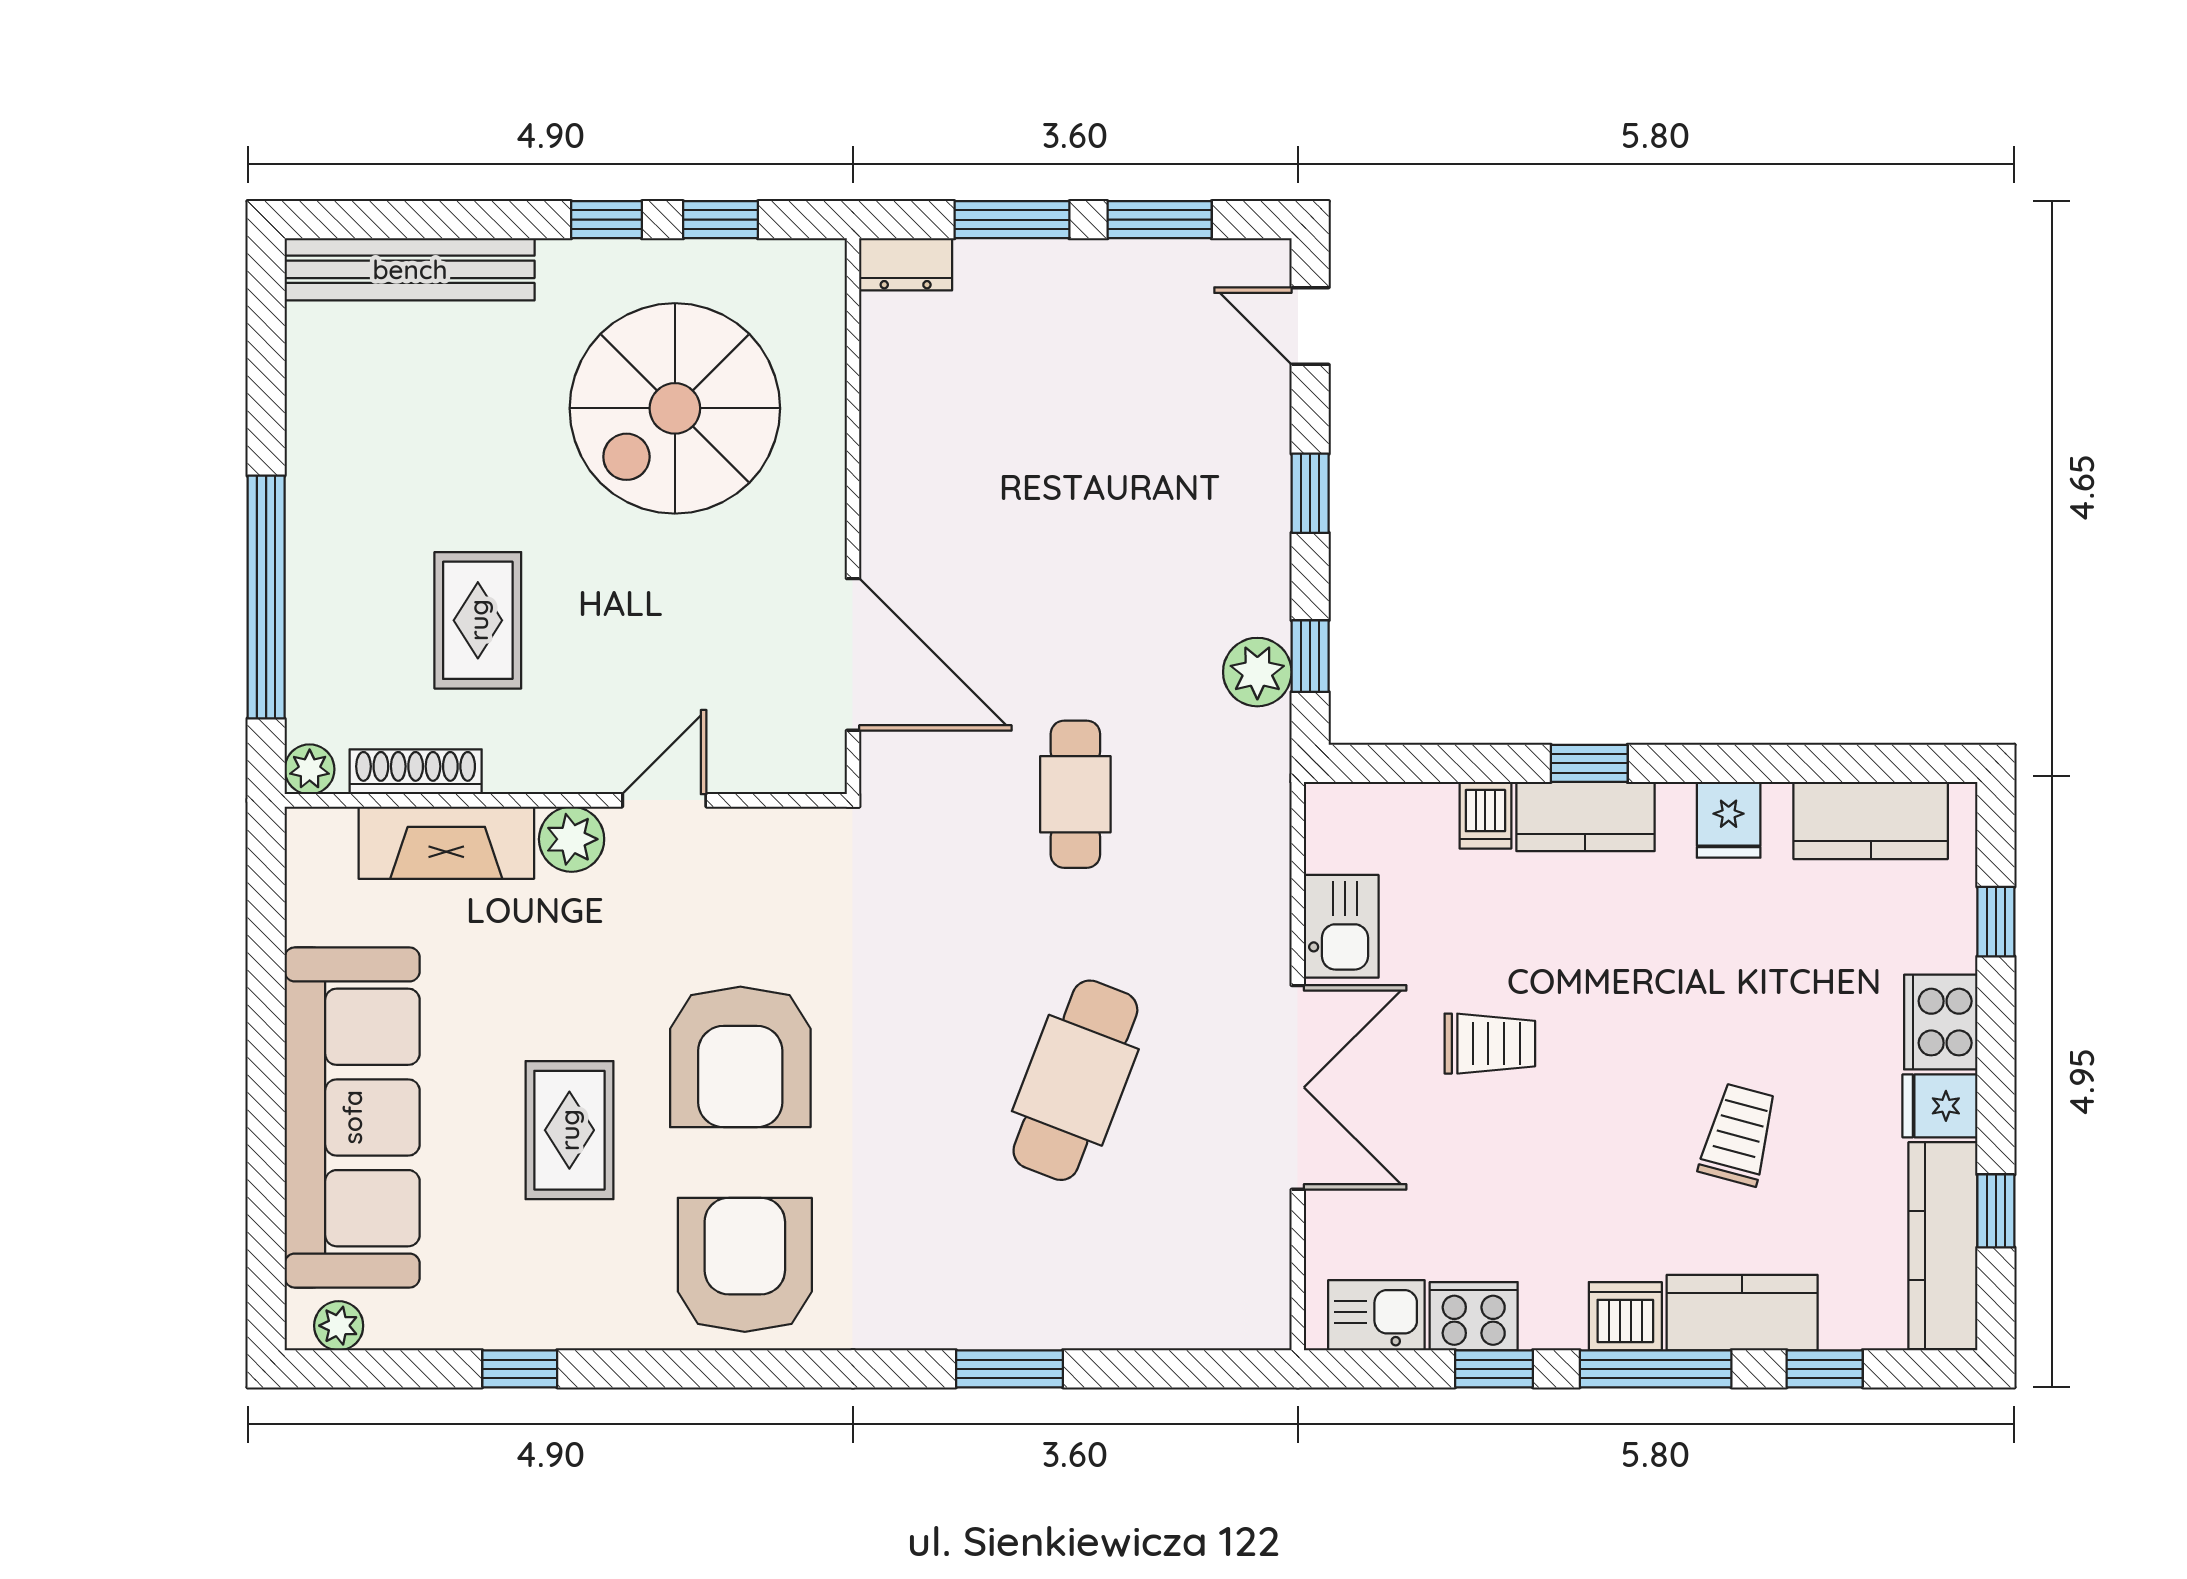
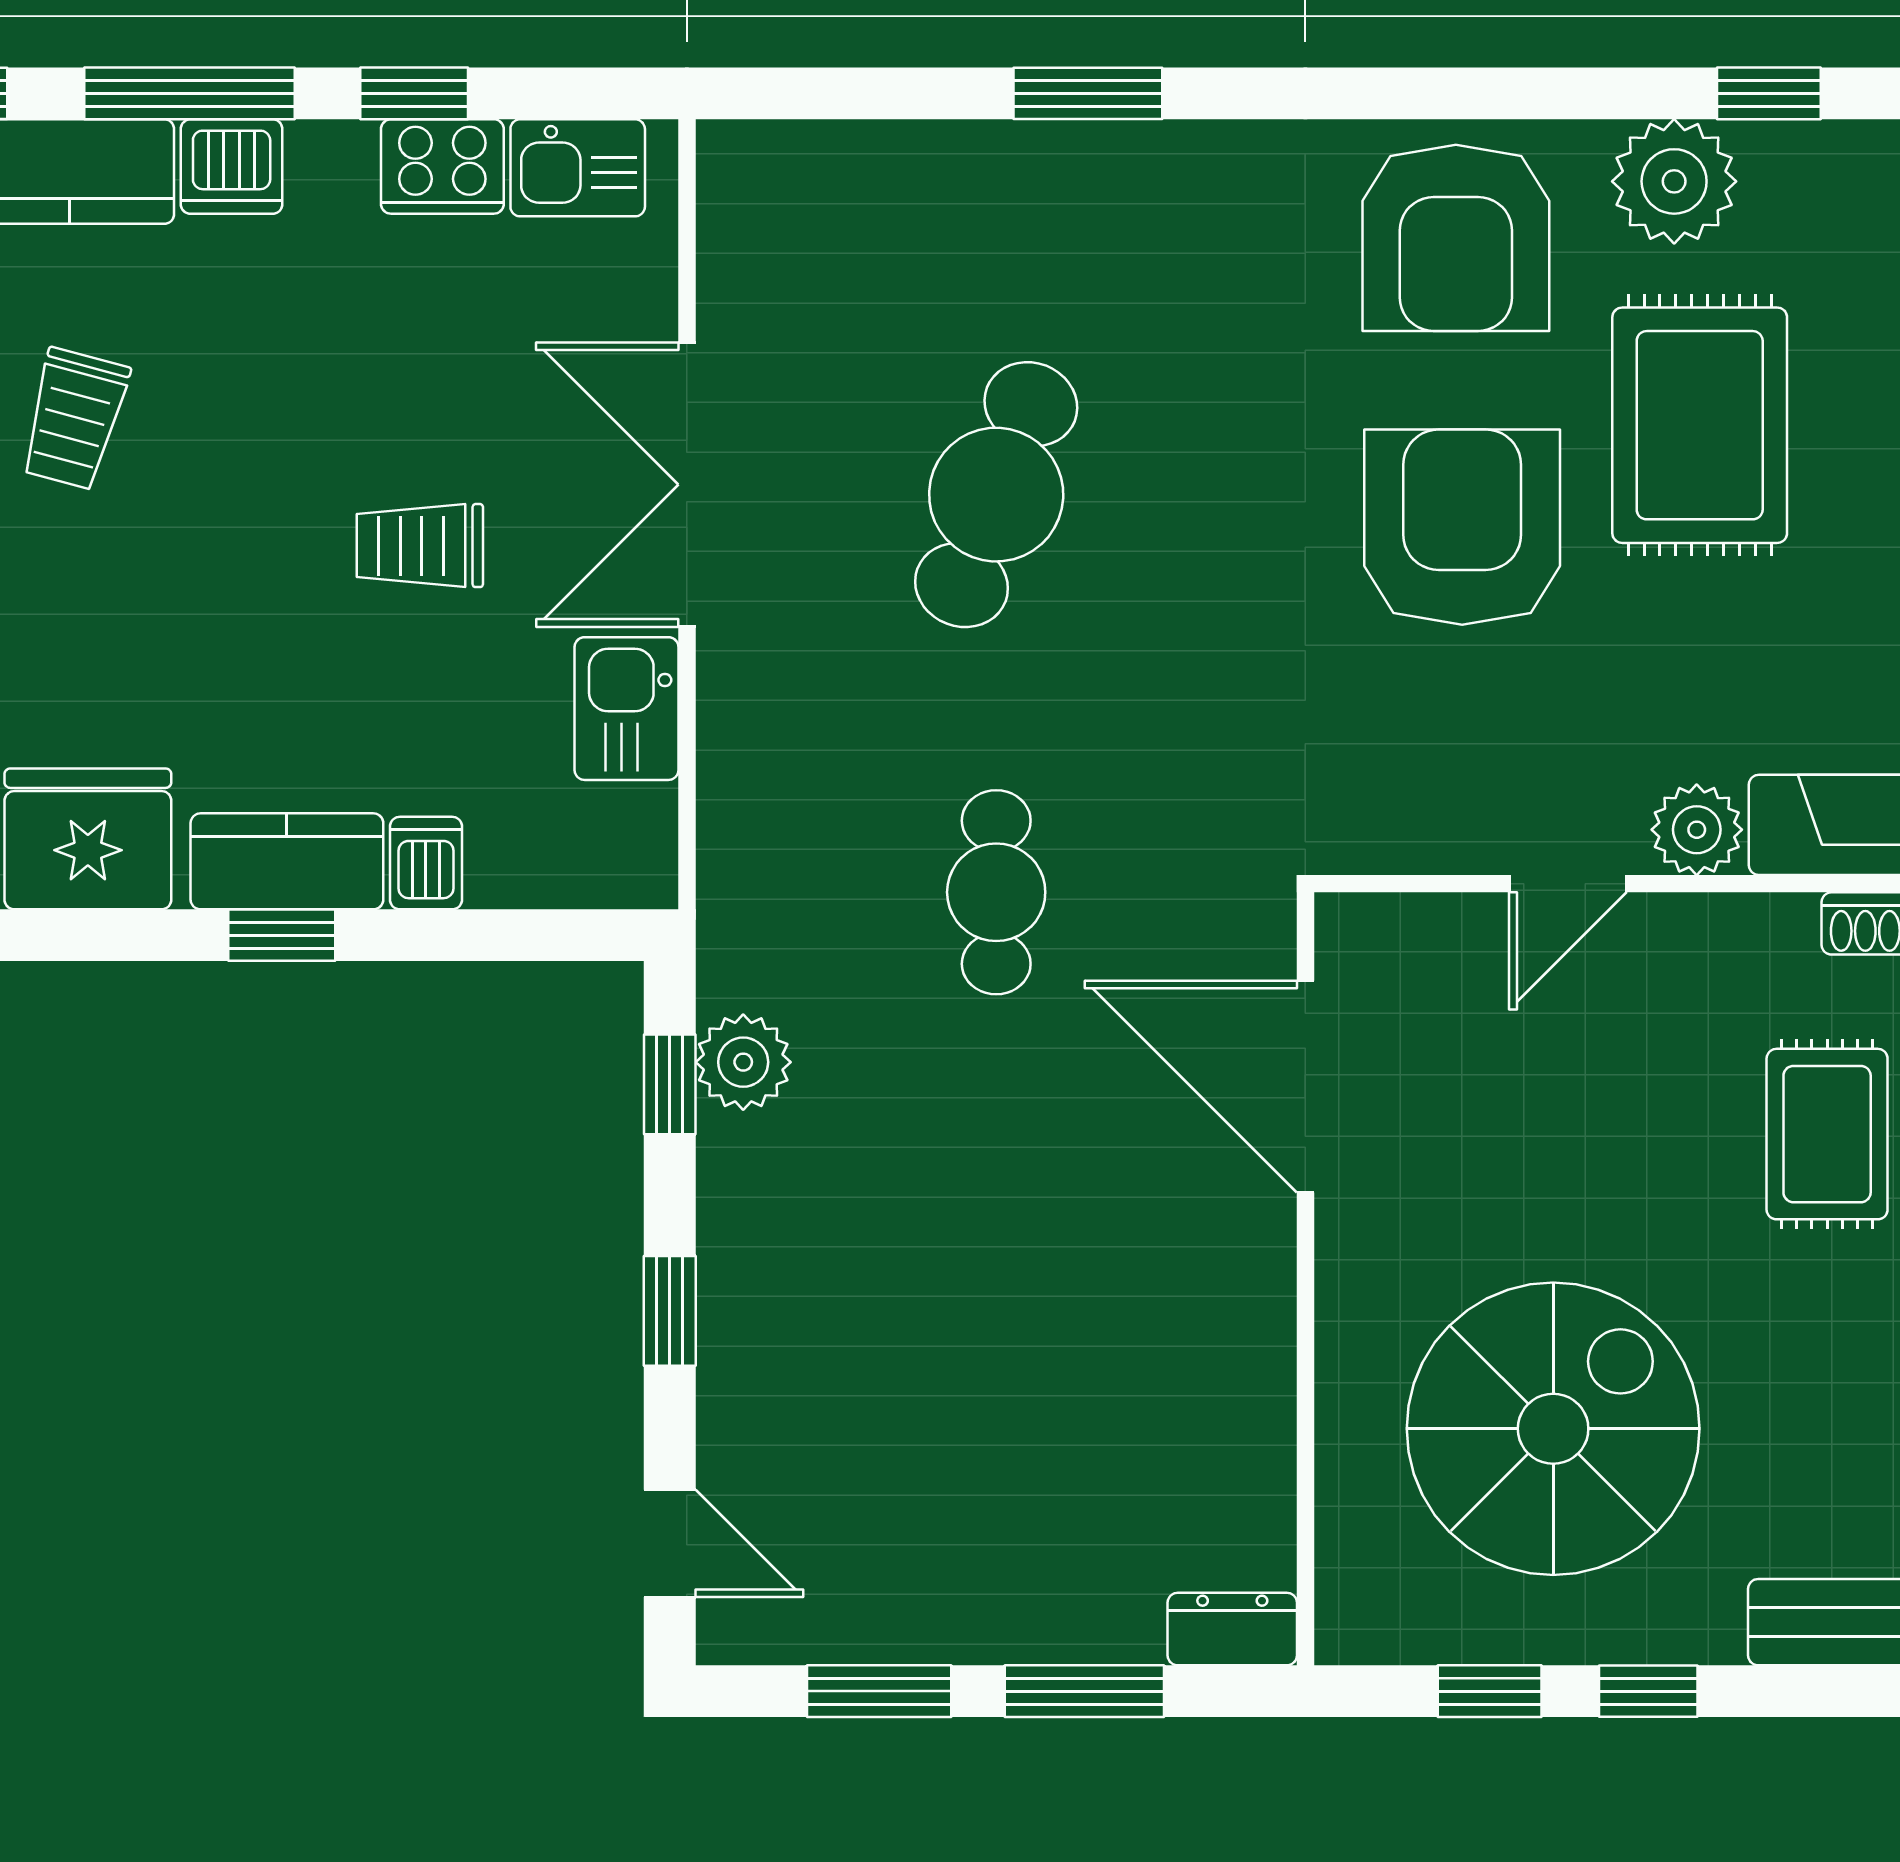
fridge: (1729, 820) -> (88, 839), width x1.88, depth x1.34
rug: (569, 1130) -> (1700, 425), width x1.36, depth x1.43
plant: (588, 1305) -> (1674, 181), added

